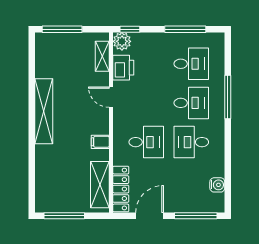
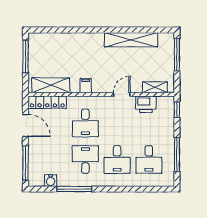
plant: (122, 41) -> (167, 103), removed
window: (228, 97) -> (74, 189), moved
shelving: (44, 111) -> (131, 40), moved

